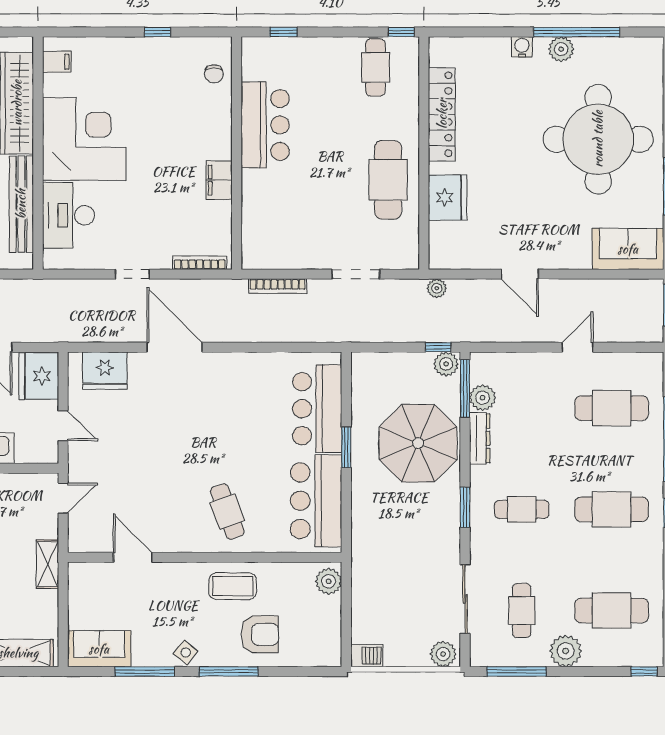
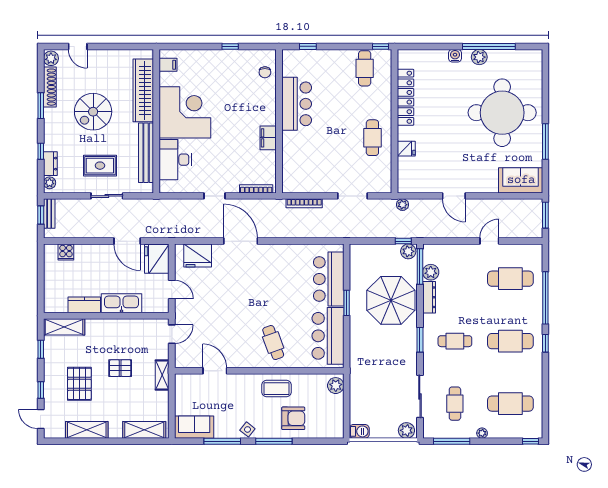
cafe table: (388, 180) -> (372, 138), width x0.73, depth x0.74
fridge: (448, 197) -> (406, 149), width x0.53, depth x0.75
plant: (566, 651) -> (482, 433), width x0.53, depth x0.53

